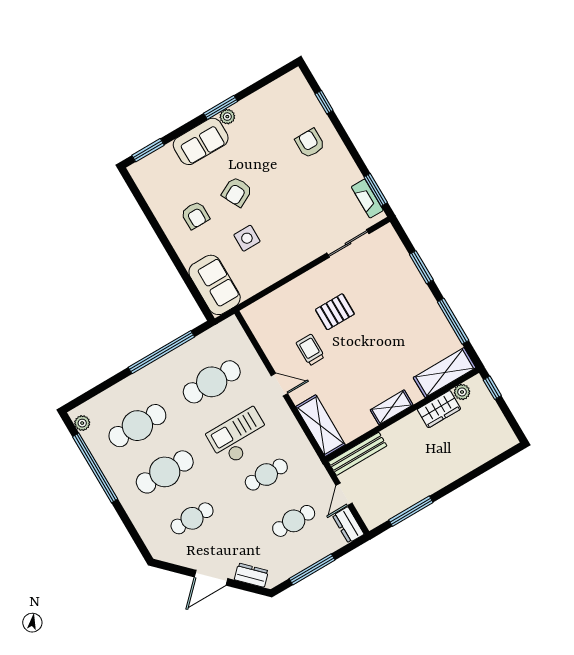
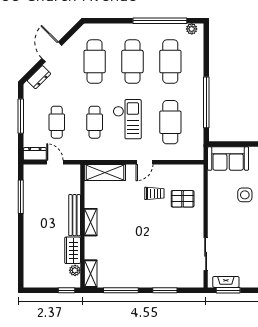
pallet: (335, 312) -> (183, 199), moved, turned 90
shelving: (445, 373) -> (91, 274), width x0.67, depth x0.75
bench: (358, 454) -> (75, 215), moved
cafe table: (192, 518) -> (95, 62), width x1.37, depth x1.35

